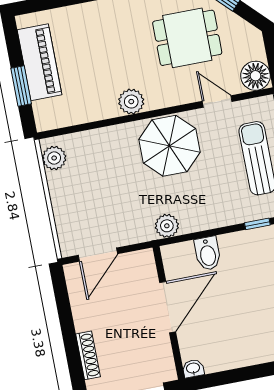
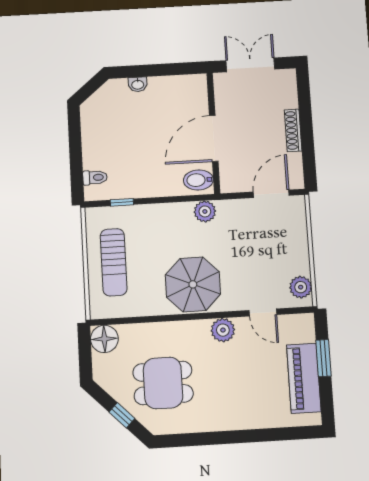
door: (217, 101) -> (263, 312), moved
bidet: (208, 253) -> (198, 180), moved, turned -90
shoe rack: (88, 355) -> (293, 130), moved
washbasin: (193, 368) -> (138, 84), moved

